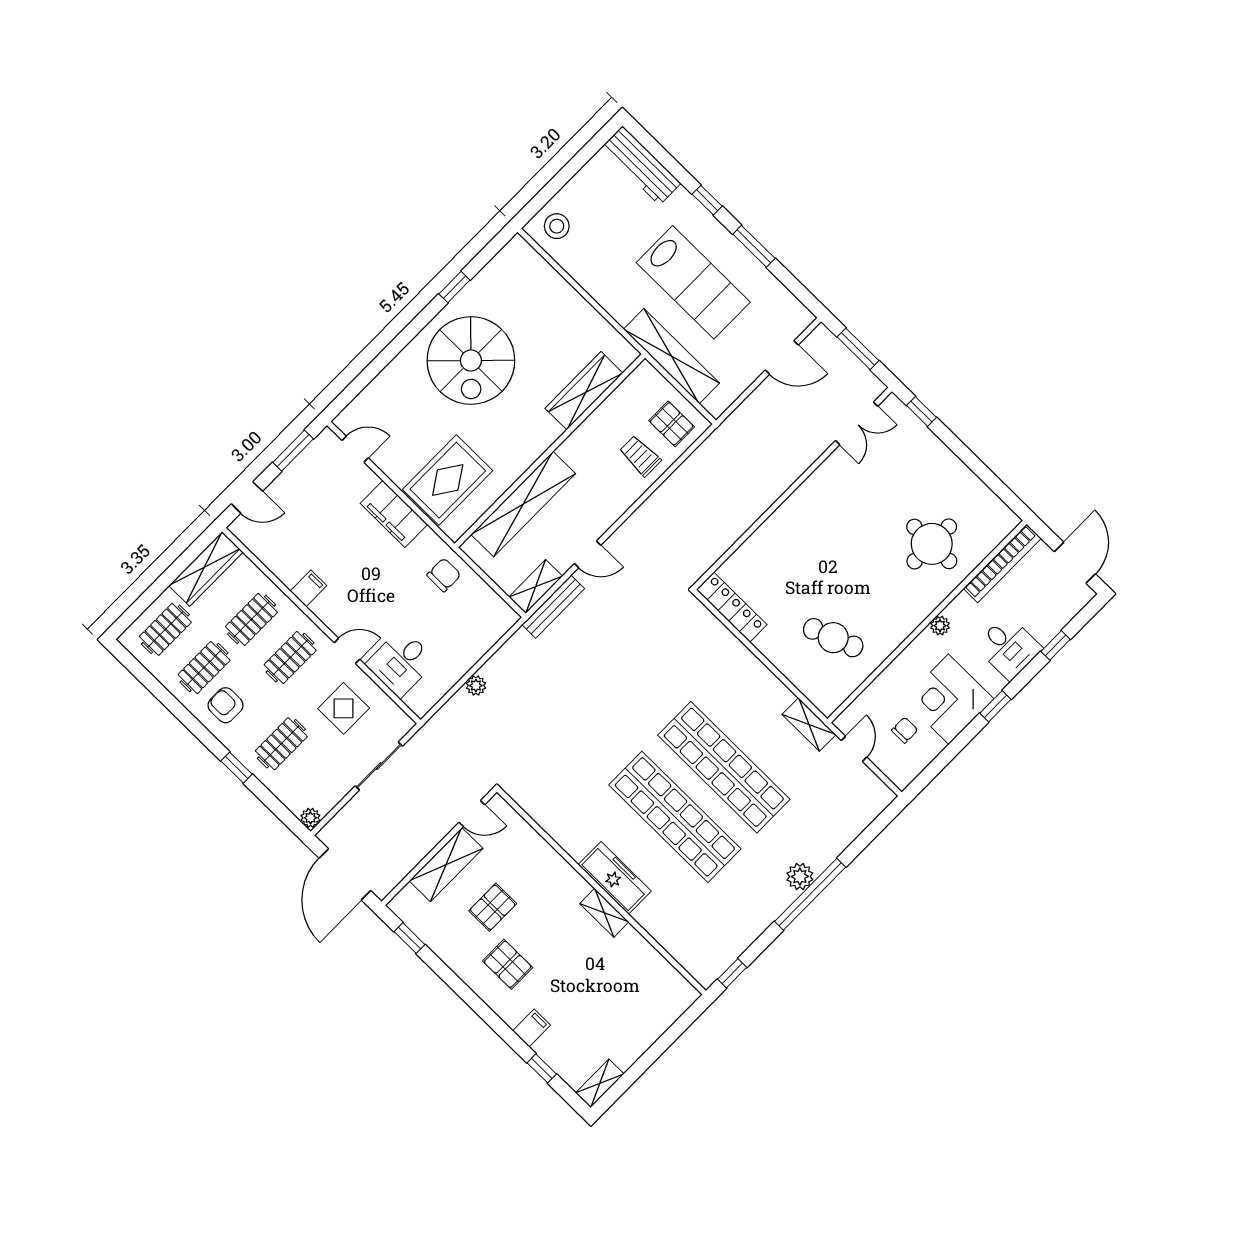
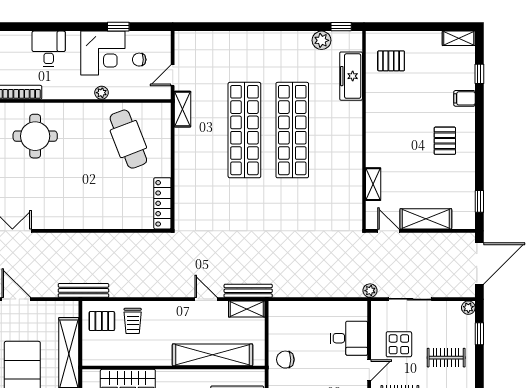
pallet: (672, 424) -> (102, 321), turned 90
bench: (722, 436) -> (83, 290), added
plant: (940, 626) -> (102, 93), moved
cafe table: (833, 638) -> (128, 139), width x1.37, depth x1.35
window: (1056, 645) -> (25, 27), removed
door: (347, 651) -> (369, 370), swing flipped
plant: (476, 686) -> (370, 291), moved
window: (995, 706) -> (118, 27), moved
window: (237, 768) -> (479, 334), moved
plant: (800, 876) -> (322, 40), moved
freezer: (615, 878) -> (351, 76), moved
window: (810, 894) -> (265, 27), removed
pallet: (493, 907) -> (391, 61), moved
shelving: (604, 913) -> (373, 184), moved

